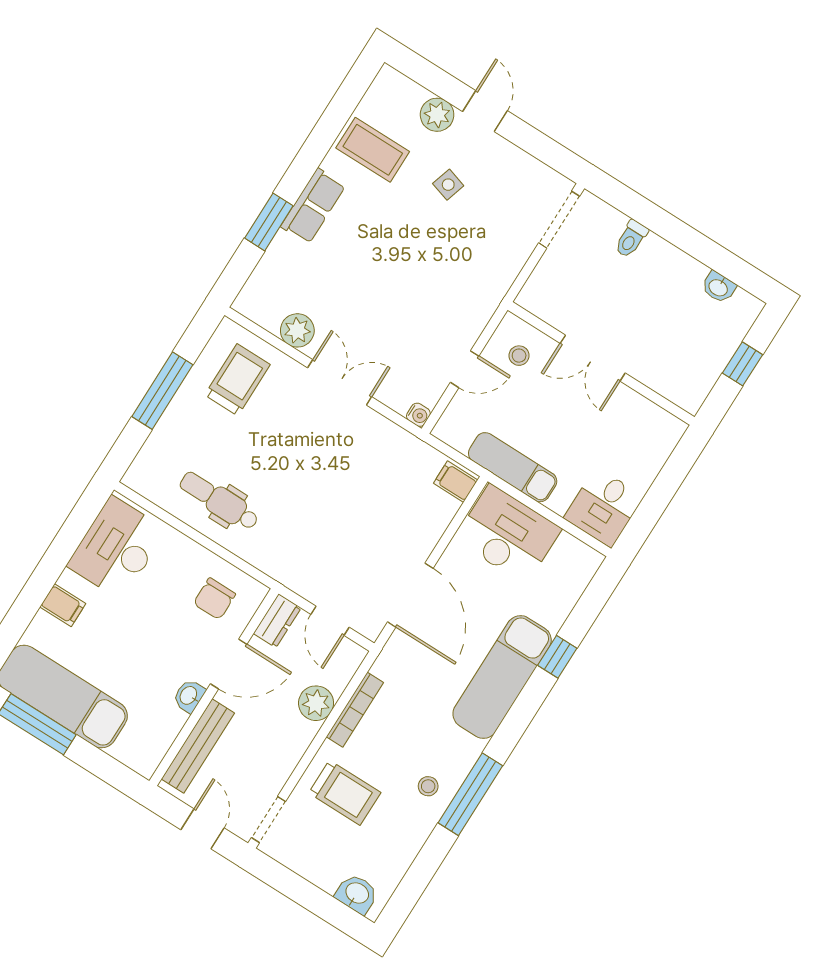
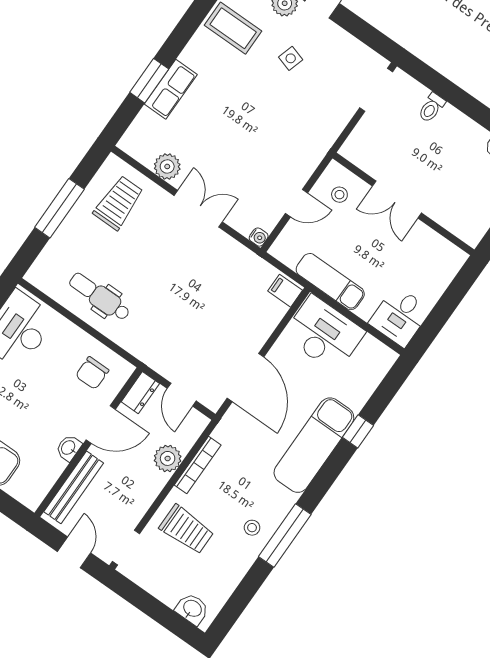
row of seats: (313, 206) -> (171, 89), moved

